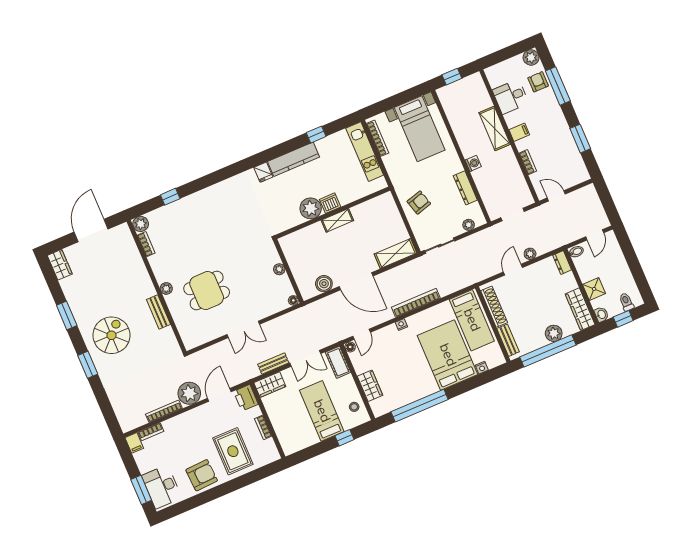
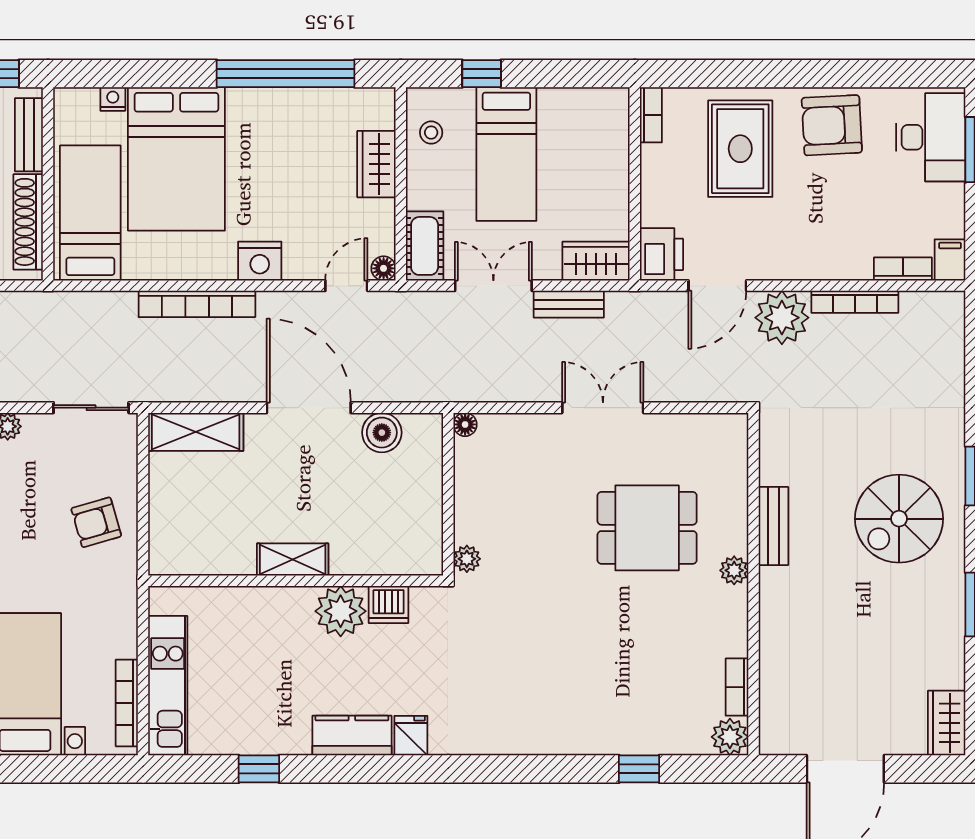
kitchen counter: (293, 159) -> (352, 736), width x0.67
dishwasher: (330, 203) -> (389, 604), moved
plant: (279, 269) -> (467, 559), moved
nightstand: (401, 325) -> (260, 261), width x1.89, depth x1.79
bookcase: (263, 427) -> (651, 115), moved

